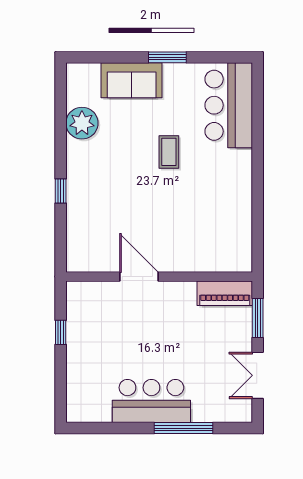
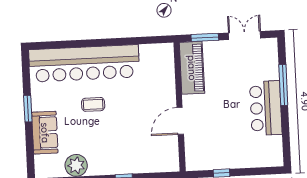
bar counter: (229, 105) -> (84, 63), width x1.86
piano: (225, 293) -> (192, 68), width x1.37, depth x1.33
double door: (258, 375) -> (245, 35), swing flipped

